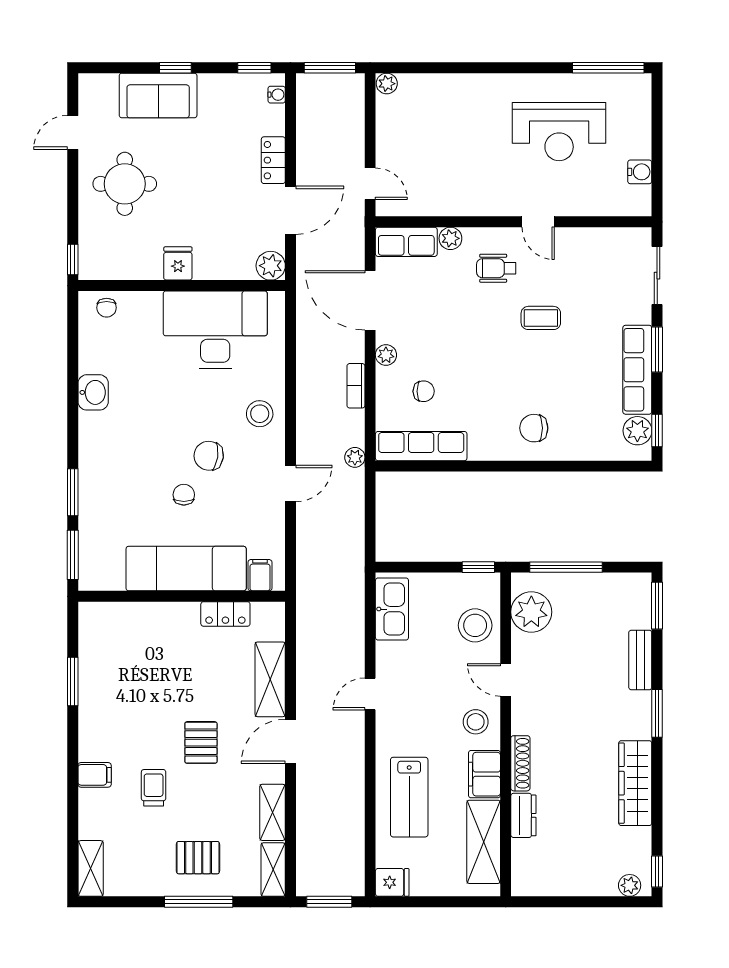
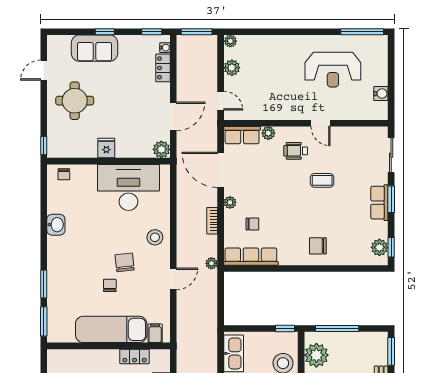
plant: (389, 128) -> (232, 68), added
locker: (273, 160) -> (163, 68), moved
row of seats: (637, 370) -> (379, 203), width x0.68
chair: (209, 456) -> (125, 262), turned 76

